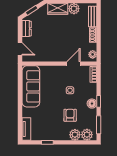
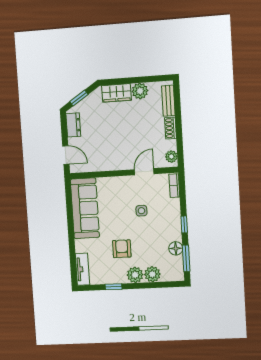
floor lamp: (92, 104) -> (176, 248), moved
armchair: (70, 115) -> (122, 249), moved
plant: (87, 135) -> (135, 275), moved

